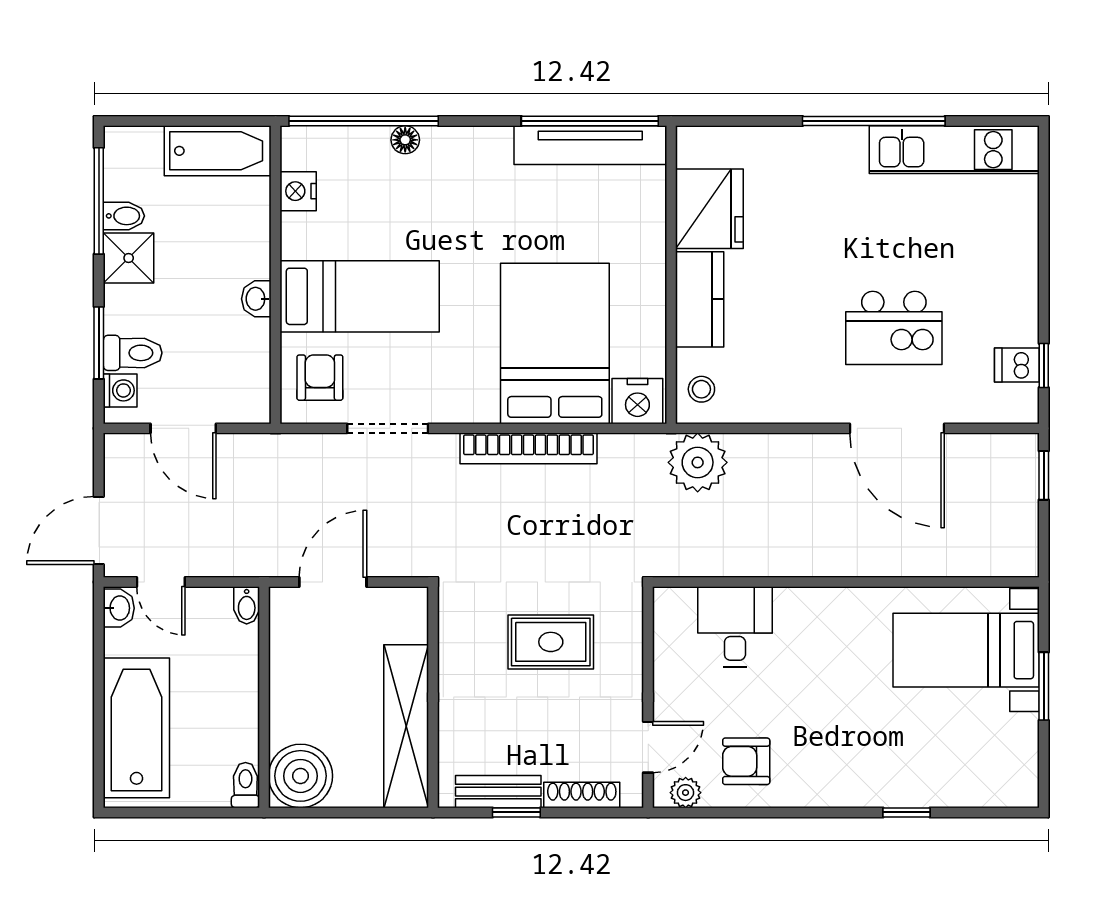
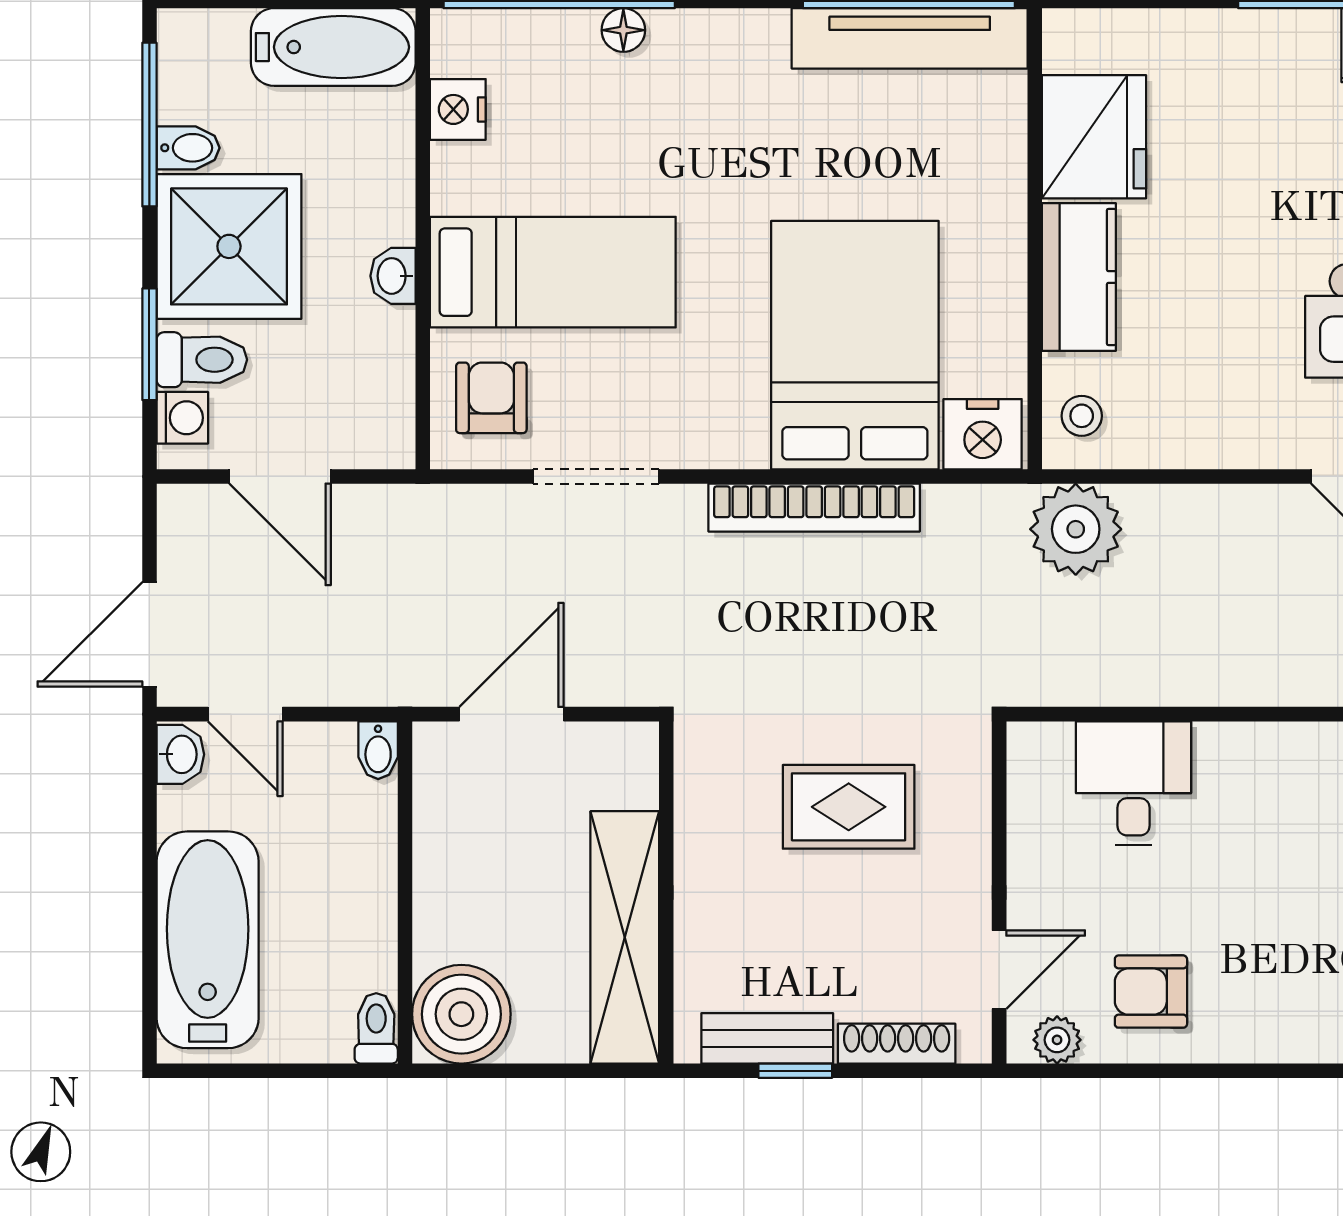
shower: (129, 258) -> (229, 246), width x1.86, depth x1.86

